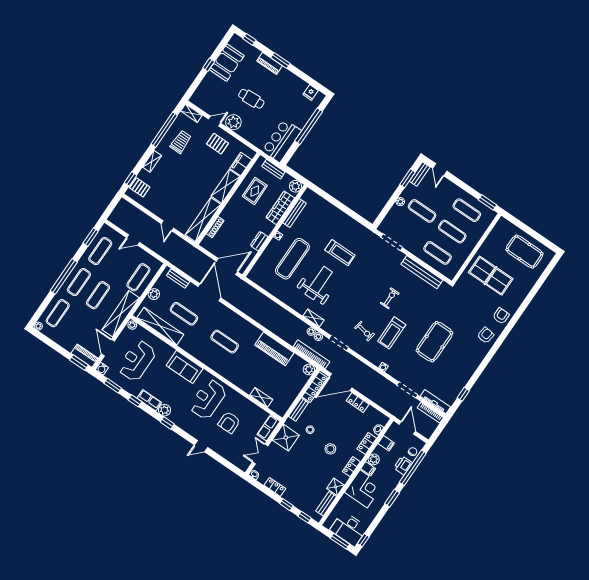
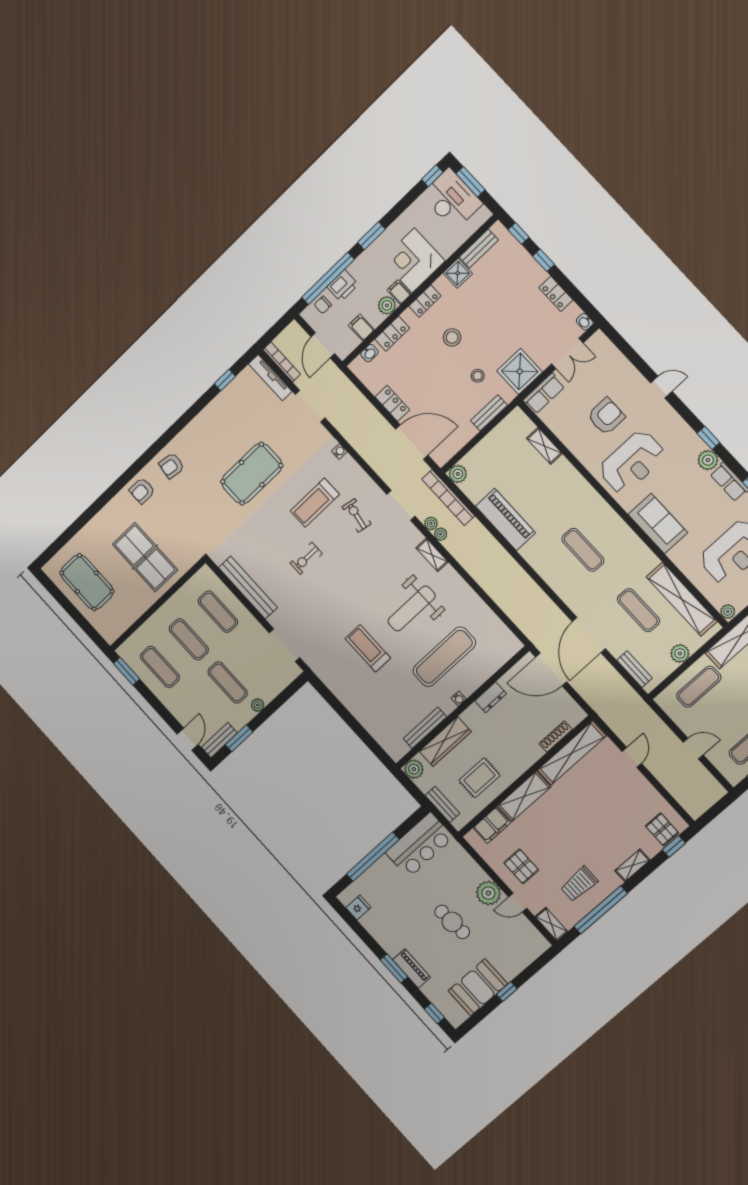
treadmill: (392, 333) -> (315, 503), turned 180
locker: (315, 387) -> (455, 443), removed

